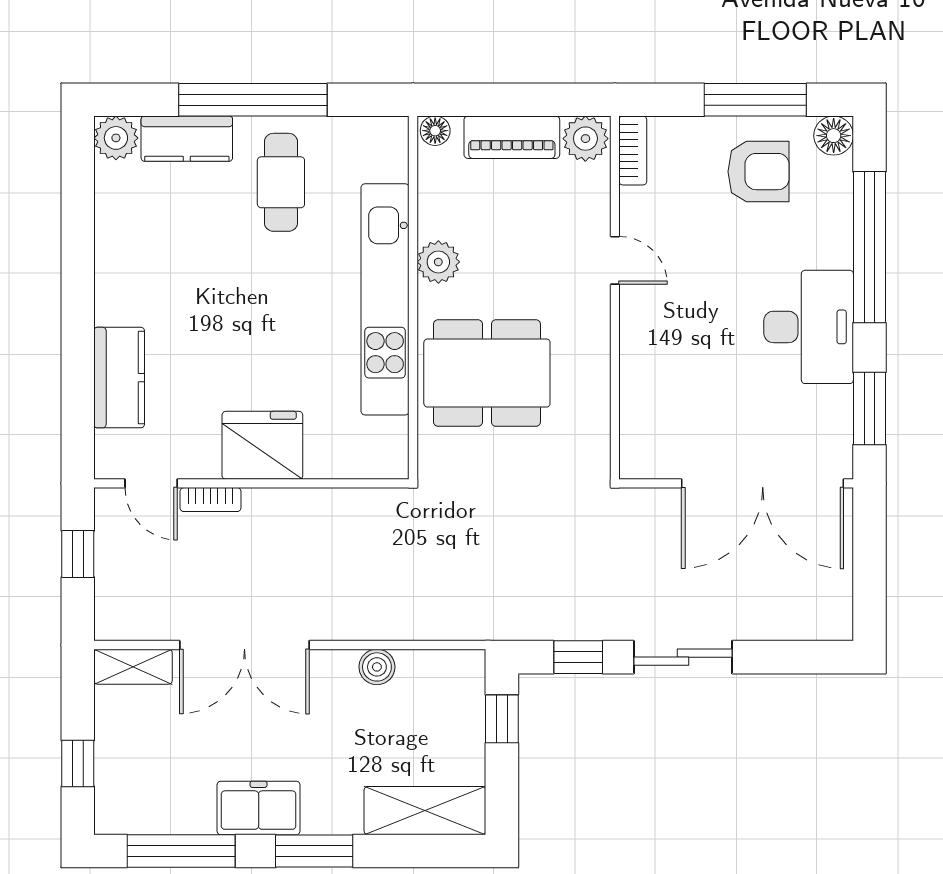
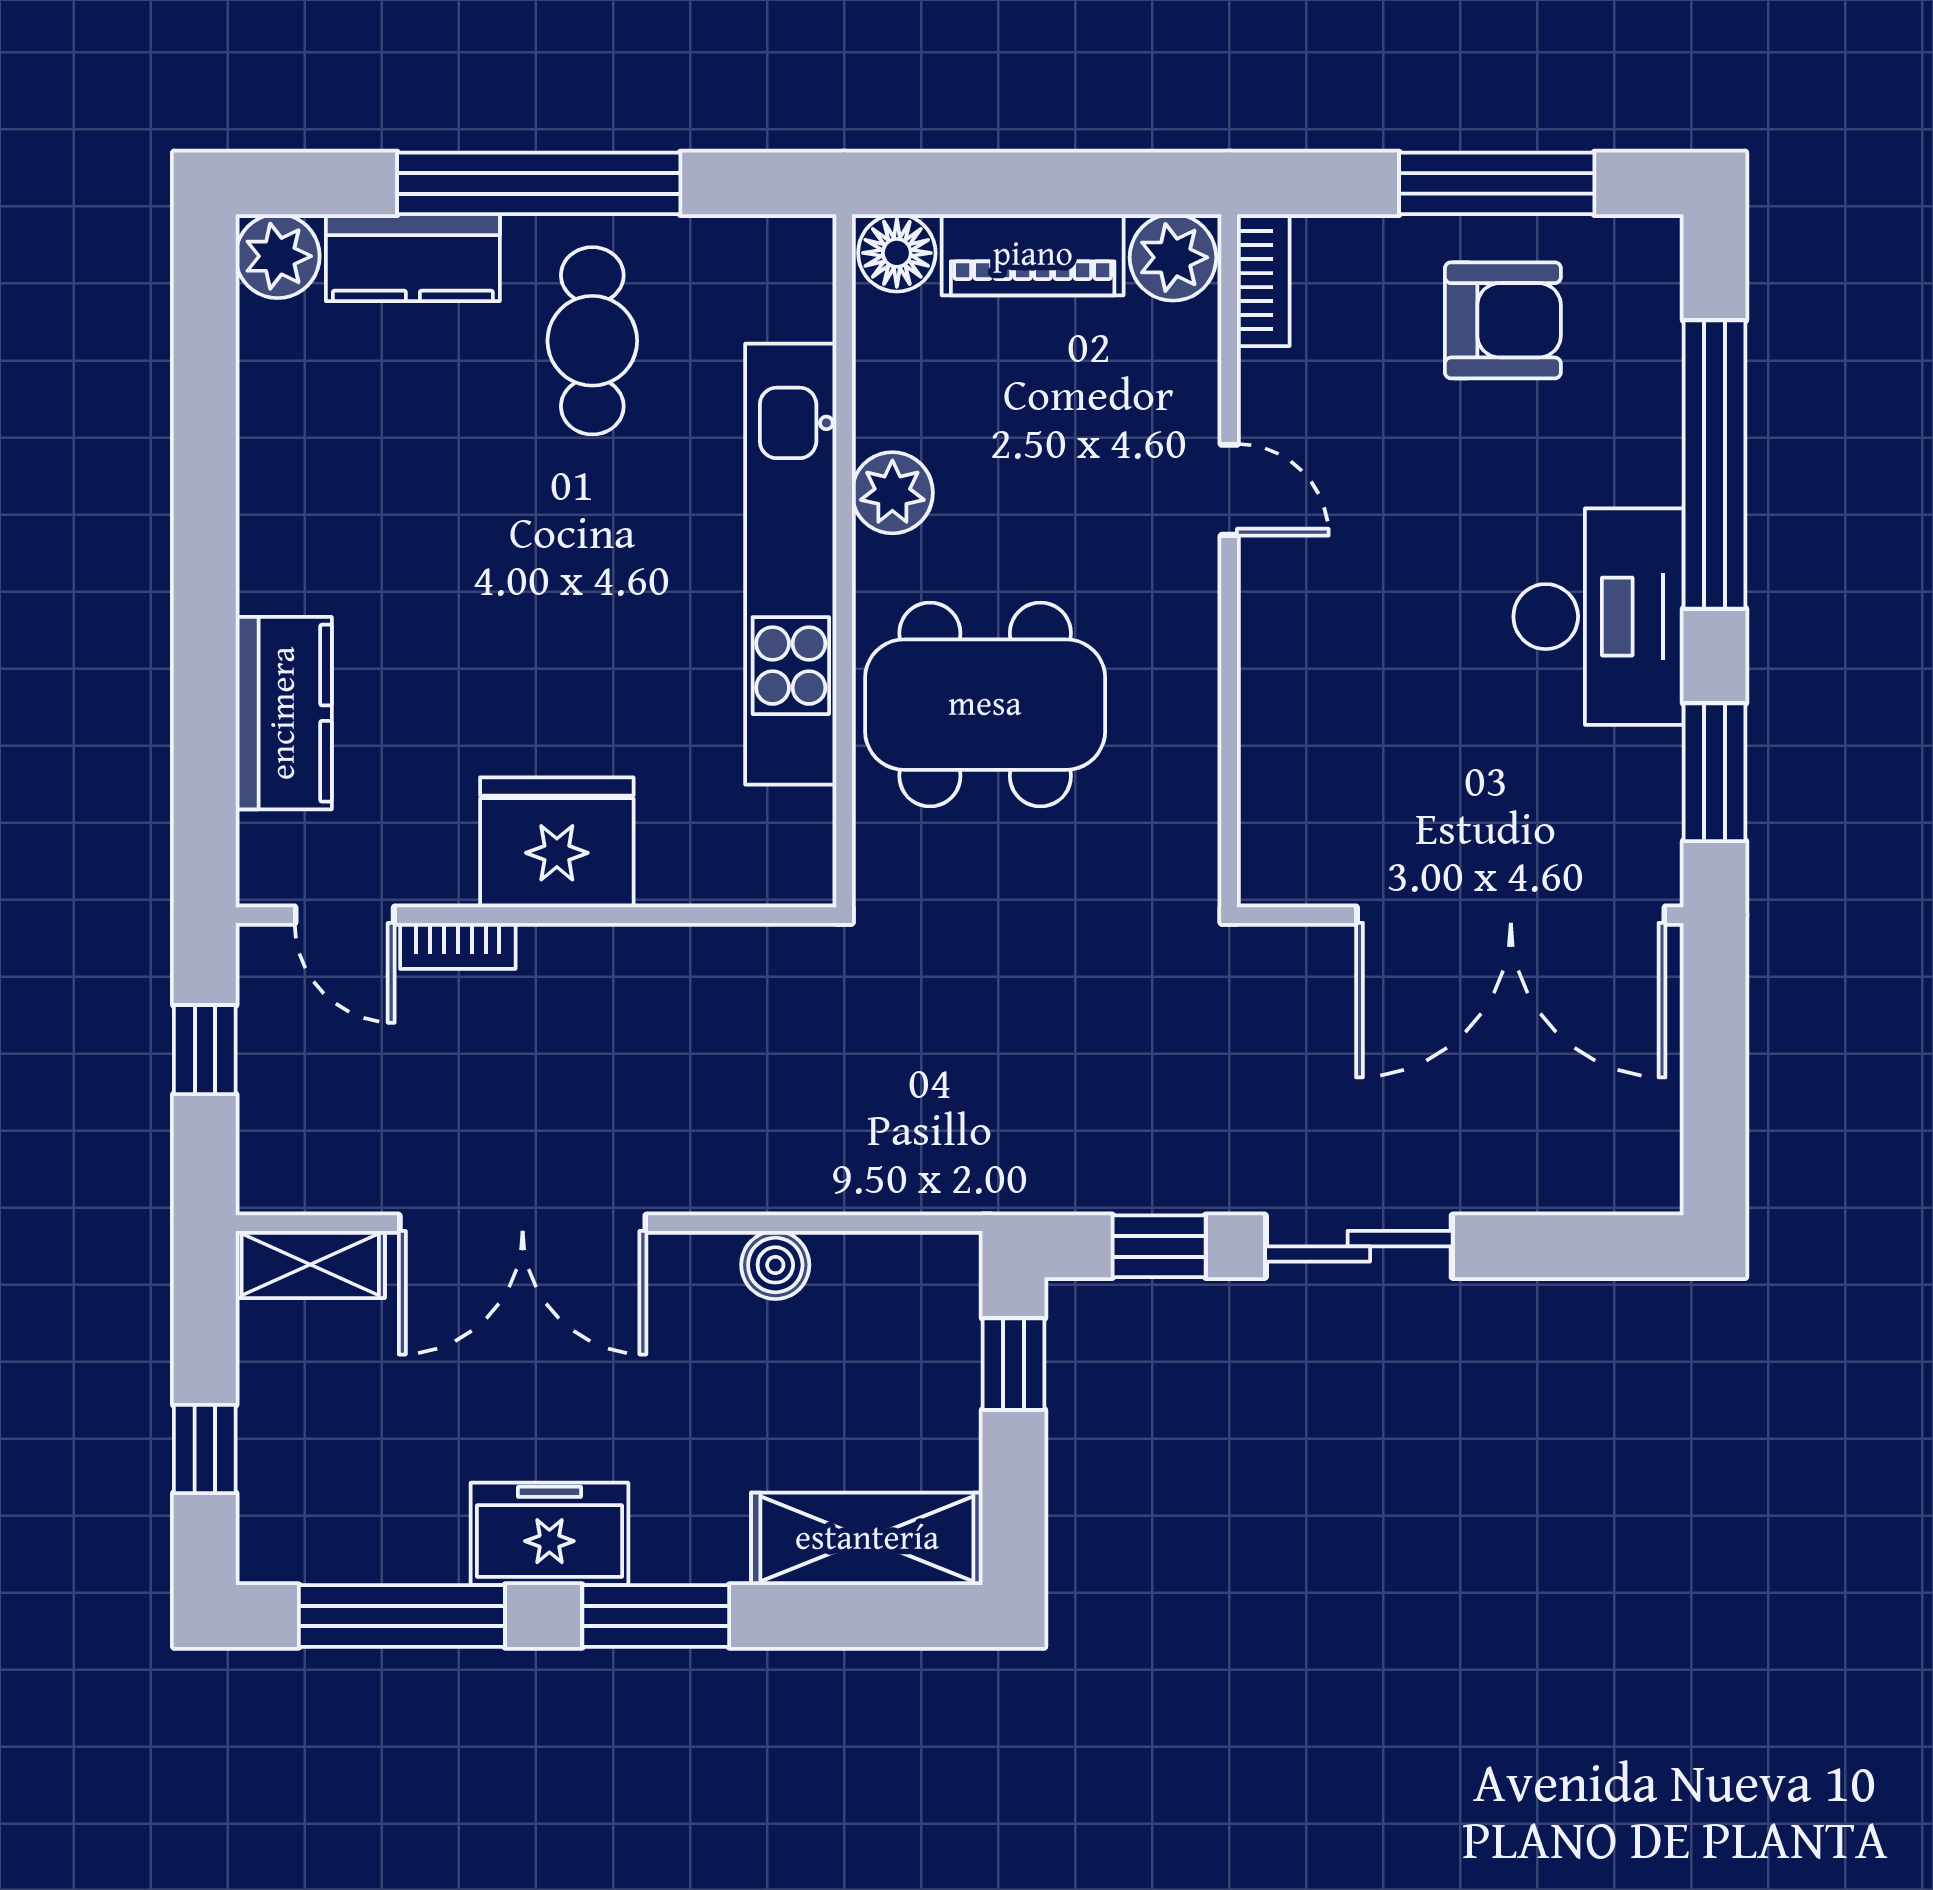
floor lamp: (435, 131) -> (897, 253), width x1.37, depth x1.37
floor lamp: (834, 136) -> (1646, 252), removed

